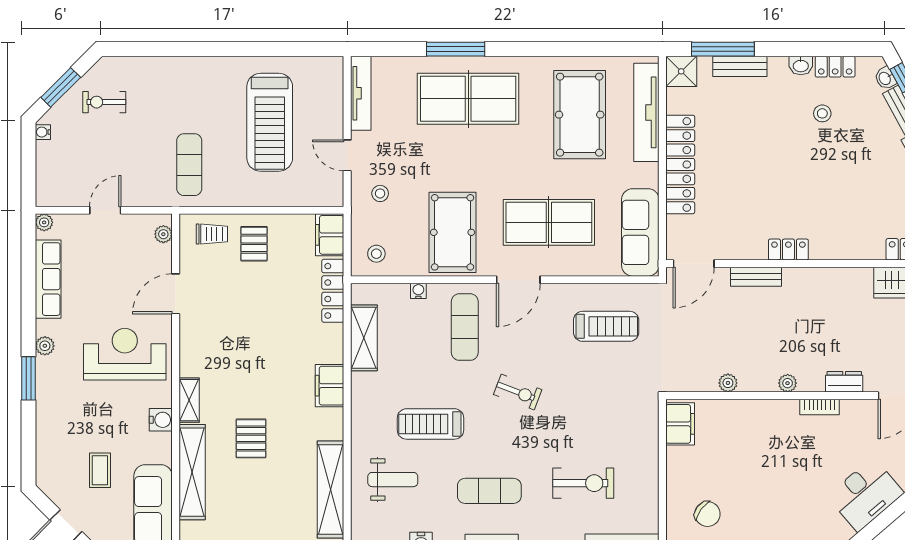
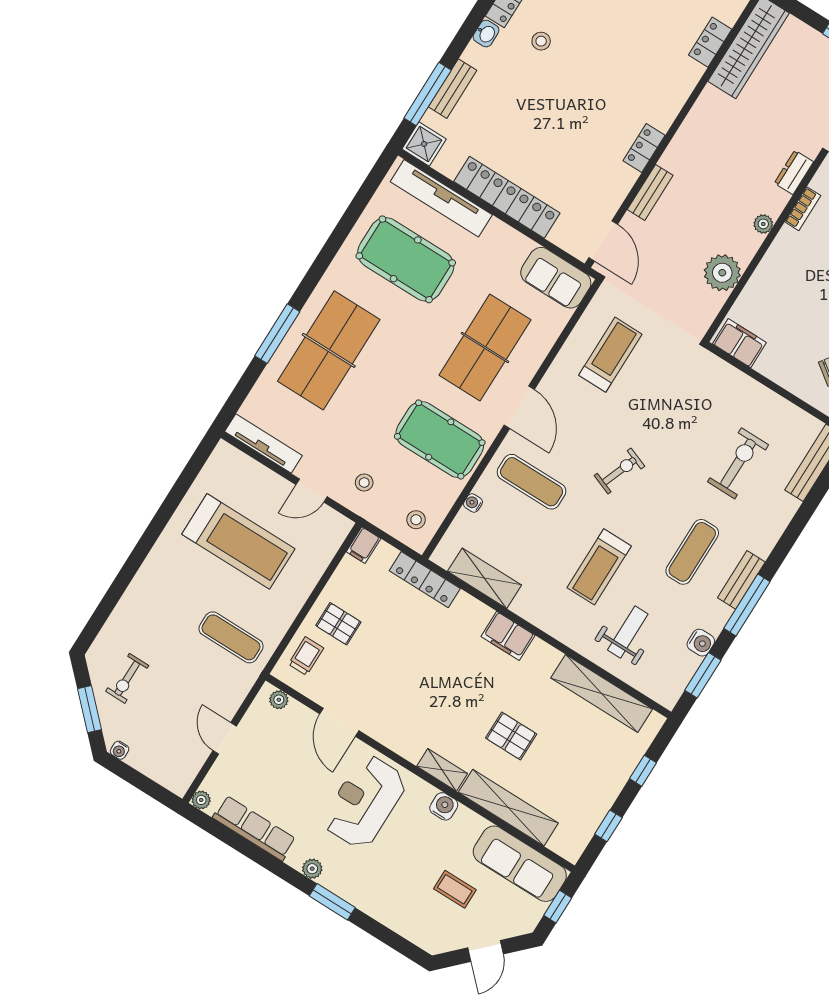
sofa: (640, 232) -> (556, 278), width x0.73
filing cabinet: (330, 235) -> (363, 545), width x0.50
plant: (728, 383) -> (722, 273), width x1.88, depth x1.88

